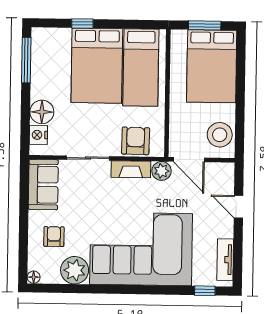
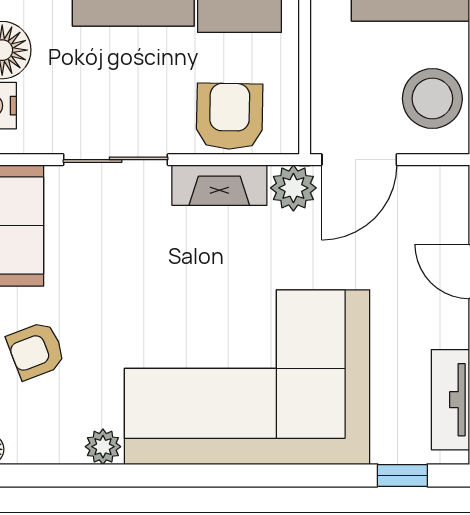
door: (189, 160) -> (359, 160), hinge flipped
armchair: (54, 237) -> (36, 351), turned -111
plant: (75, 270) -> (103, 447), width x0.53, depth x0.53

